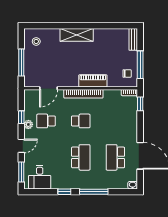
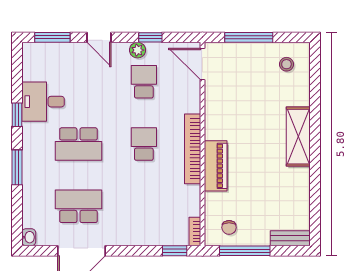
door: (49, 88) -> (202, 64), moved
school desk: (81, 121) -> (144, 144), turned 180
desk: (40, 177) -> (43, 102), moved
window: (94, 192) -> (17, 167), width x0.69

